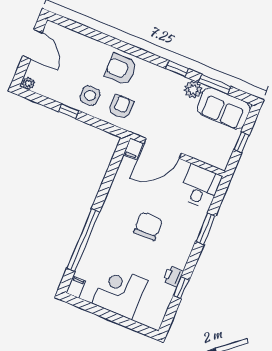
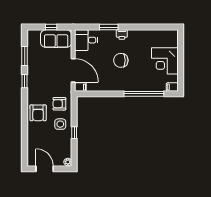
door: (32, 44) -> (45, 169), hinge flipped
plant: (193, 89) -> (32, 67), removed
sofa: (224, 108) -> (56, 39), moved, turned 90
printer: (173, 276) -> (122, 34), moved
window: (181, 288) -> (148, 27), removed

